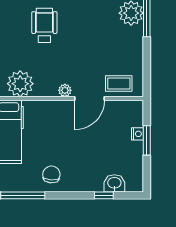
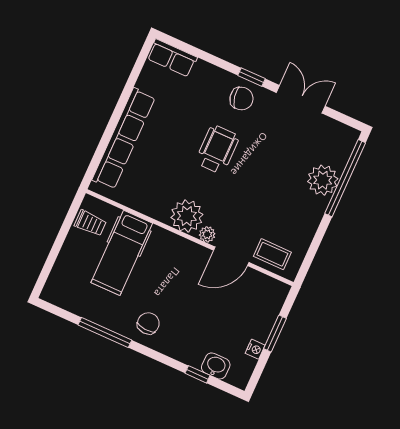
plant: (20, 84) -> (187, 216), moved
nightstand: (137, 134) -> (255, 349), moved

